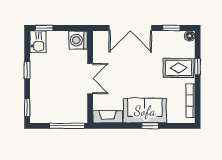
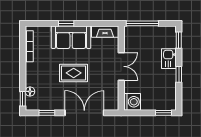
floor lamp: (190, 36) -> (30, 91), moved
kitchen sink: (38, 42) -> (169, 59), moved
window: (198, 67) -> (23, 99), moved
rug: (178, 68) -> (74, 73), moved
double door: (90, 79) -> (121, 66), swing flipped

